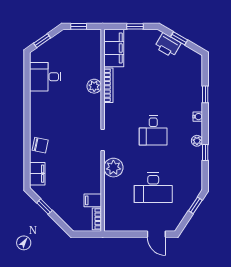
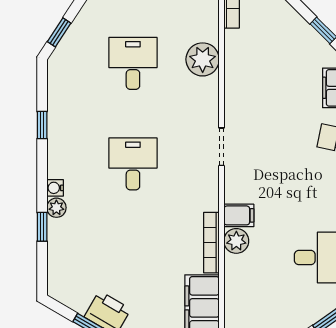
plant: (197, 141) -> (56, 208), moved
plant: (113, 168) -> (203, 59), moved
desk: (153, 188) -> (133, 63), width x0.73
filing cabinet: (93, 200) -> (239, 215), moved

